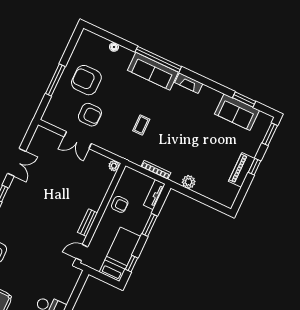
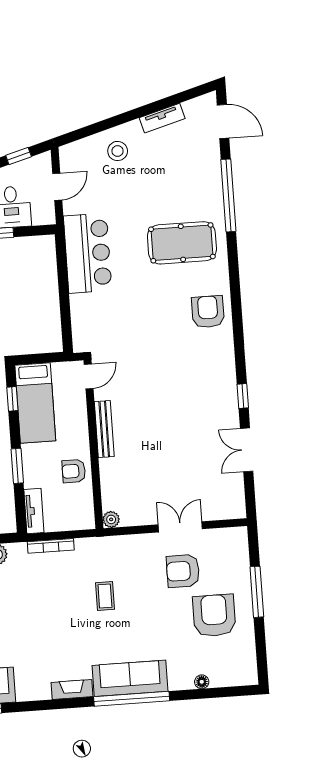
armchair: (86, 80) -> (214, 615), turned -90
bench: (88, 223) -> (104, 429), width x1.36

